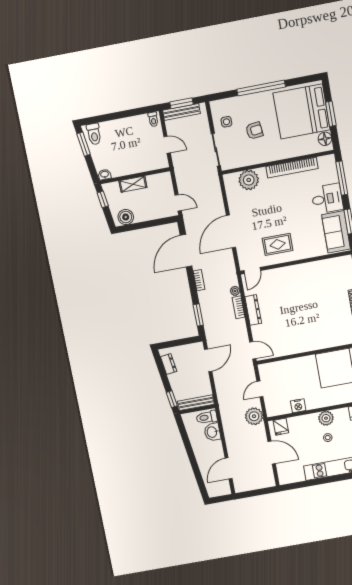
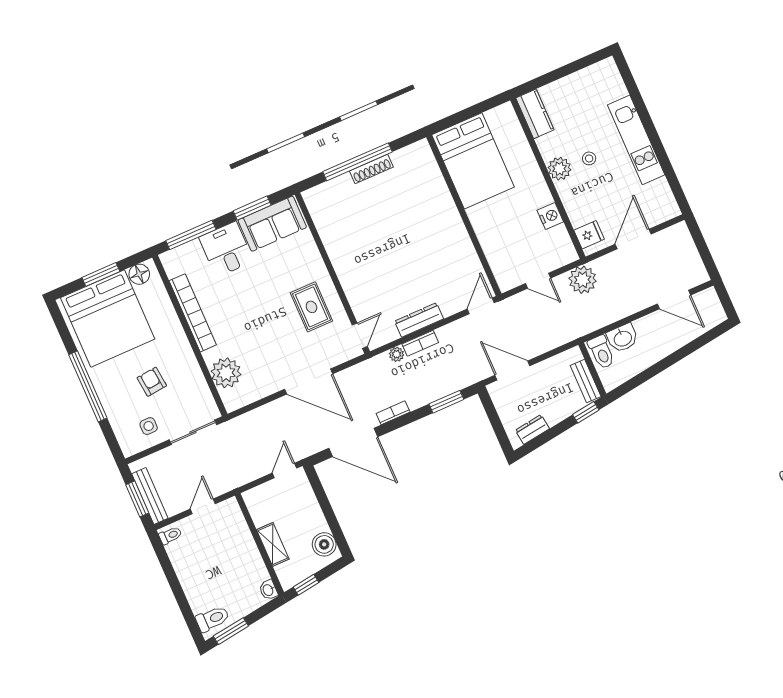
door: (252, 271) -> (360, 336), hinge flipped
bench: (196, 403) -> (586, 381), width x0.73

